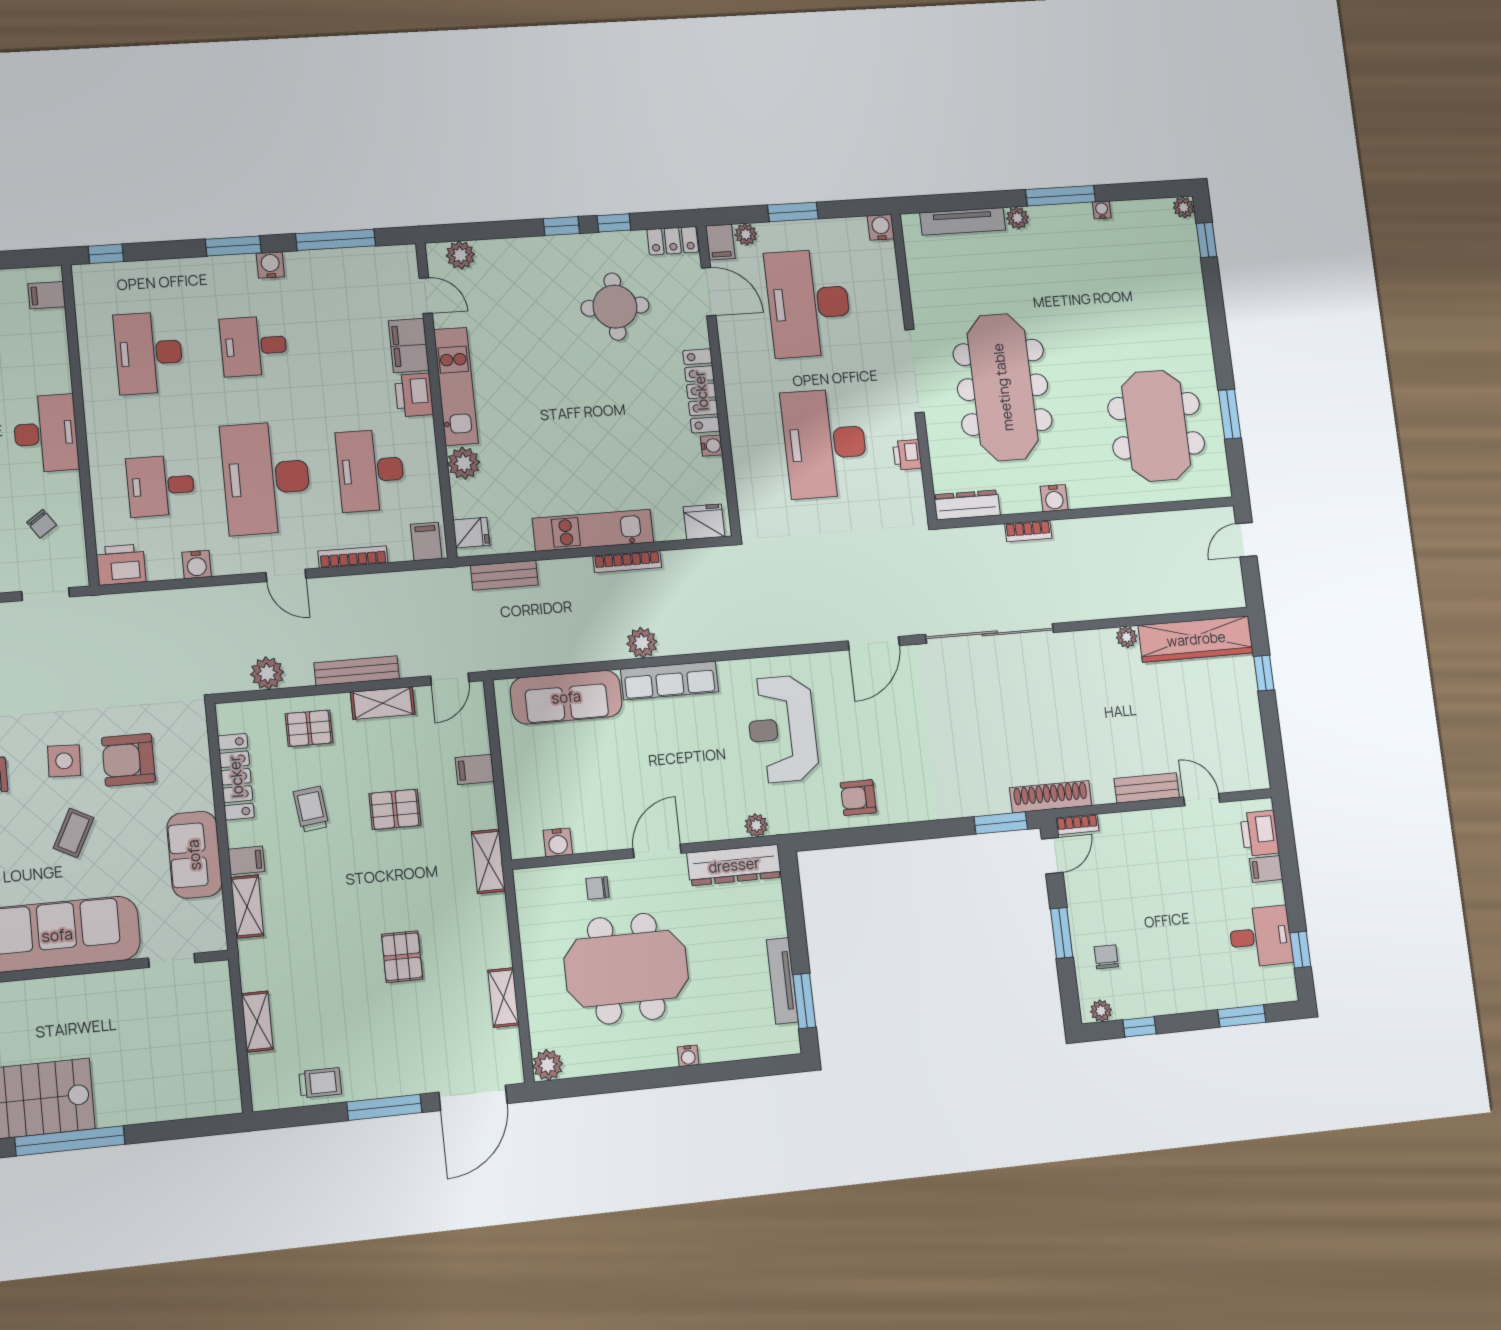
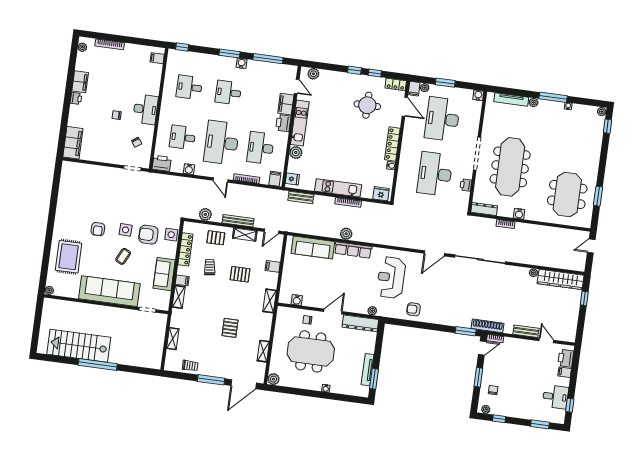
desk: (149, 353) -> (189, 87), width x0.73
side table: (189, 746) -> (171, 235), added

